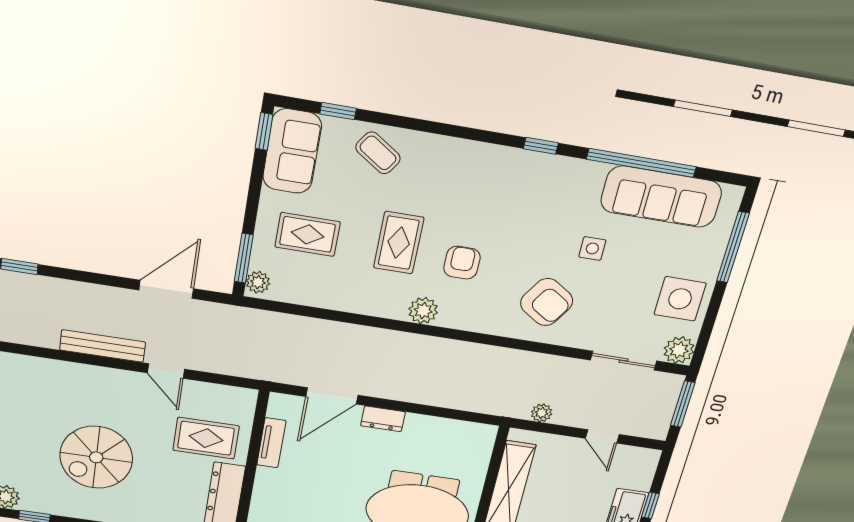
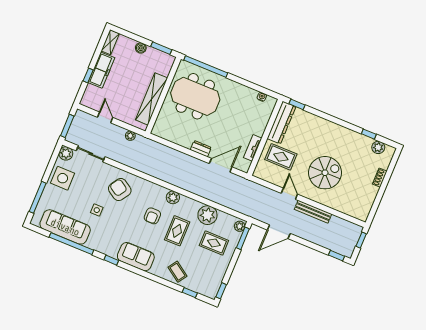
sofa: (292, 151) -> (136, 257), moved, turned 90
plant: (337, 290) -> (207, 215), added
spiral stairs: (96, 457) -> (325, 173), moved

